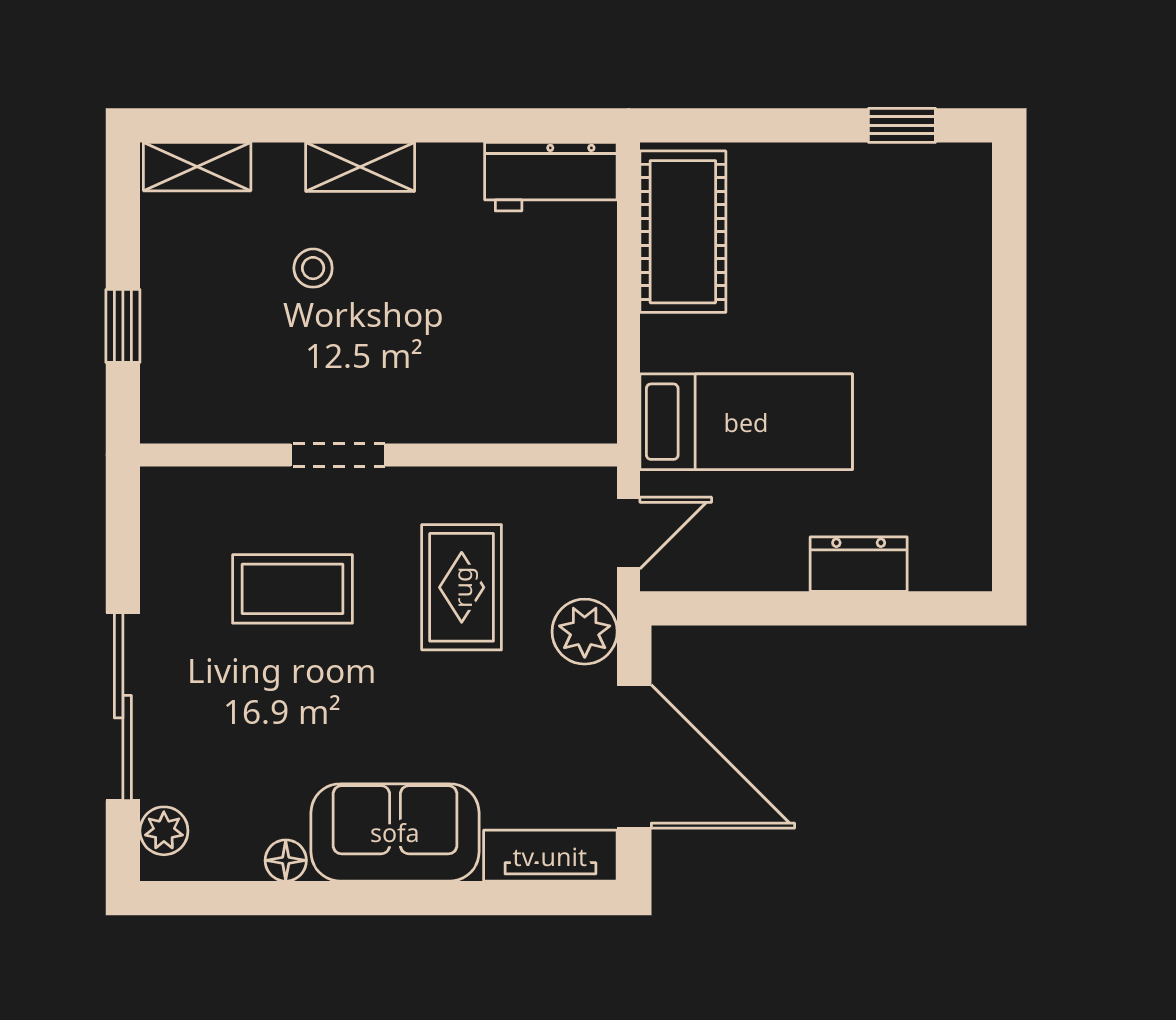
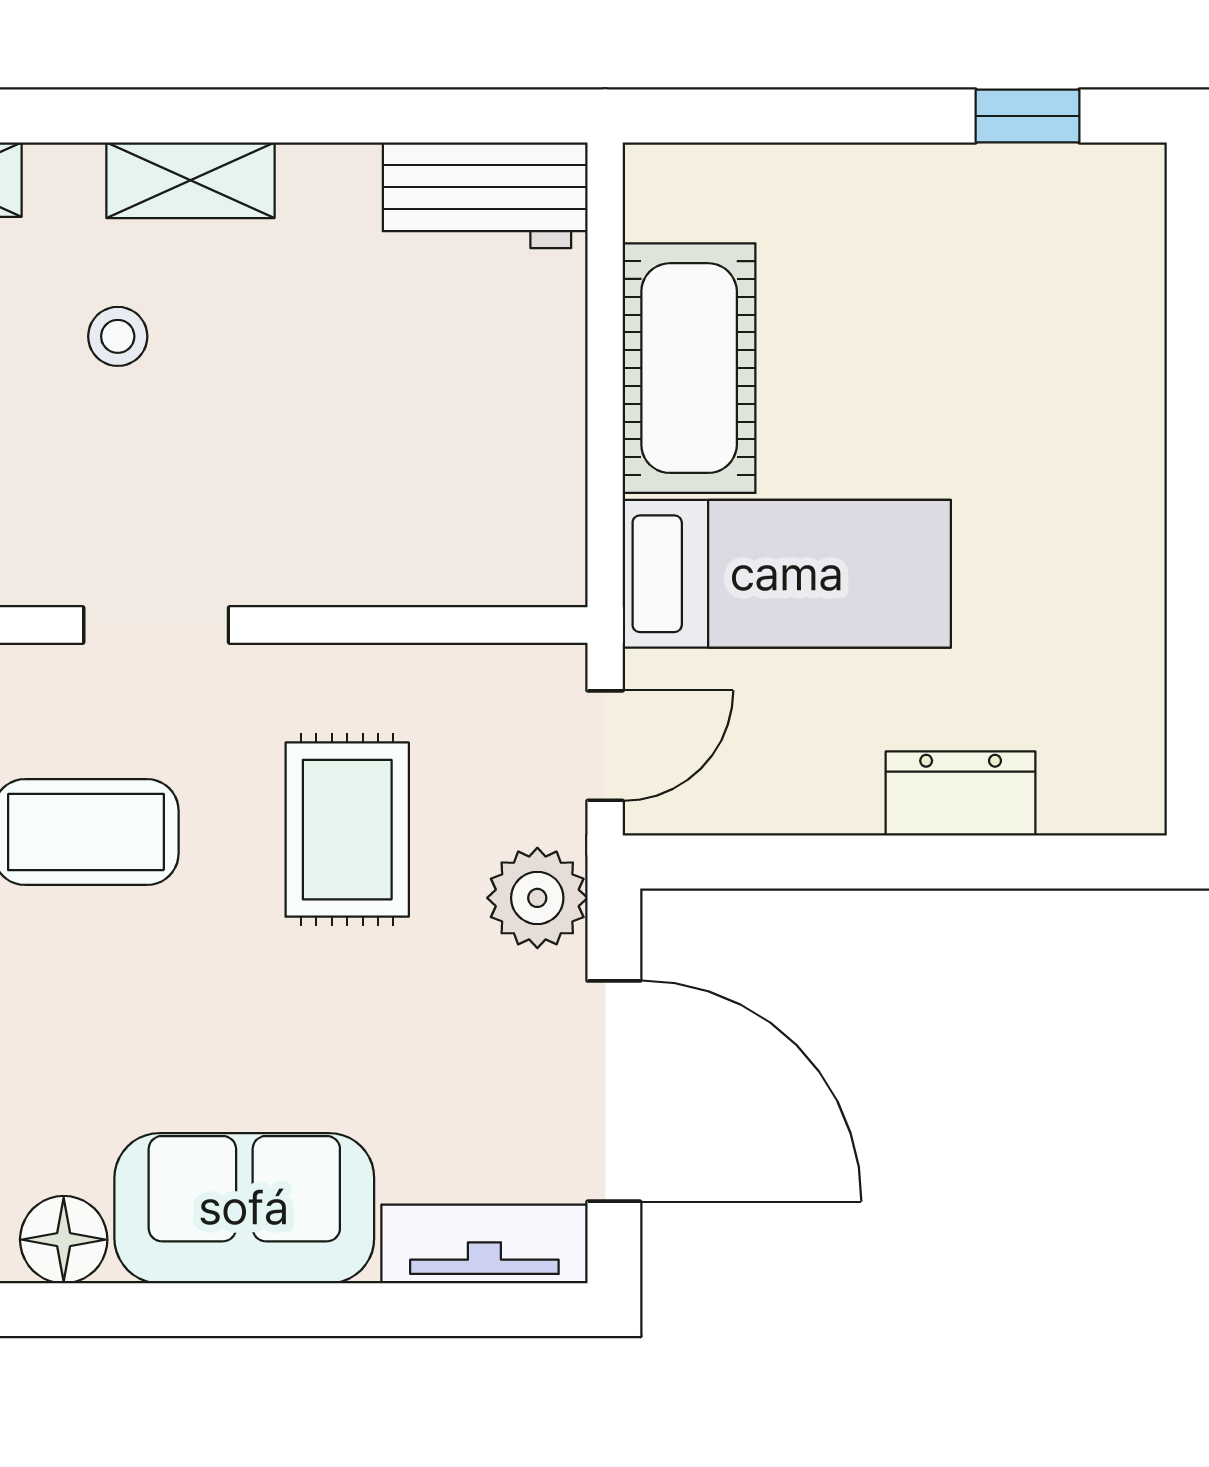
cot: (683, 232) -> (689, 368), moved
floor lamp: (286, 860) -> (64, 1240), width x1.37, depth x1.37

